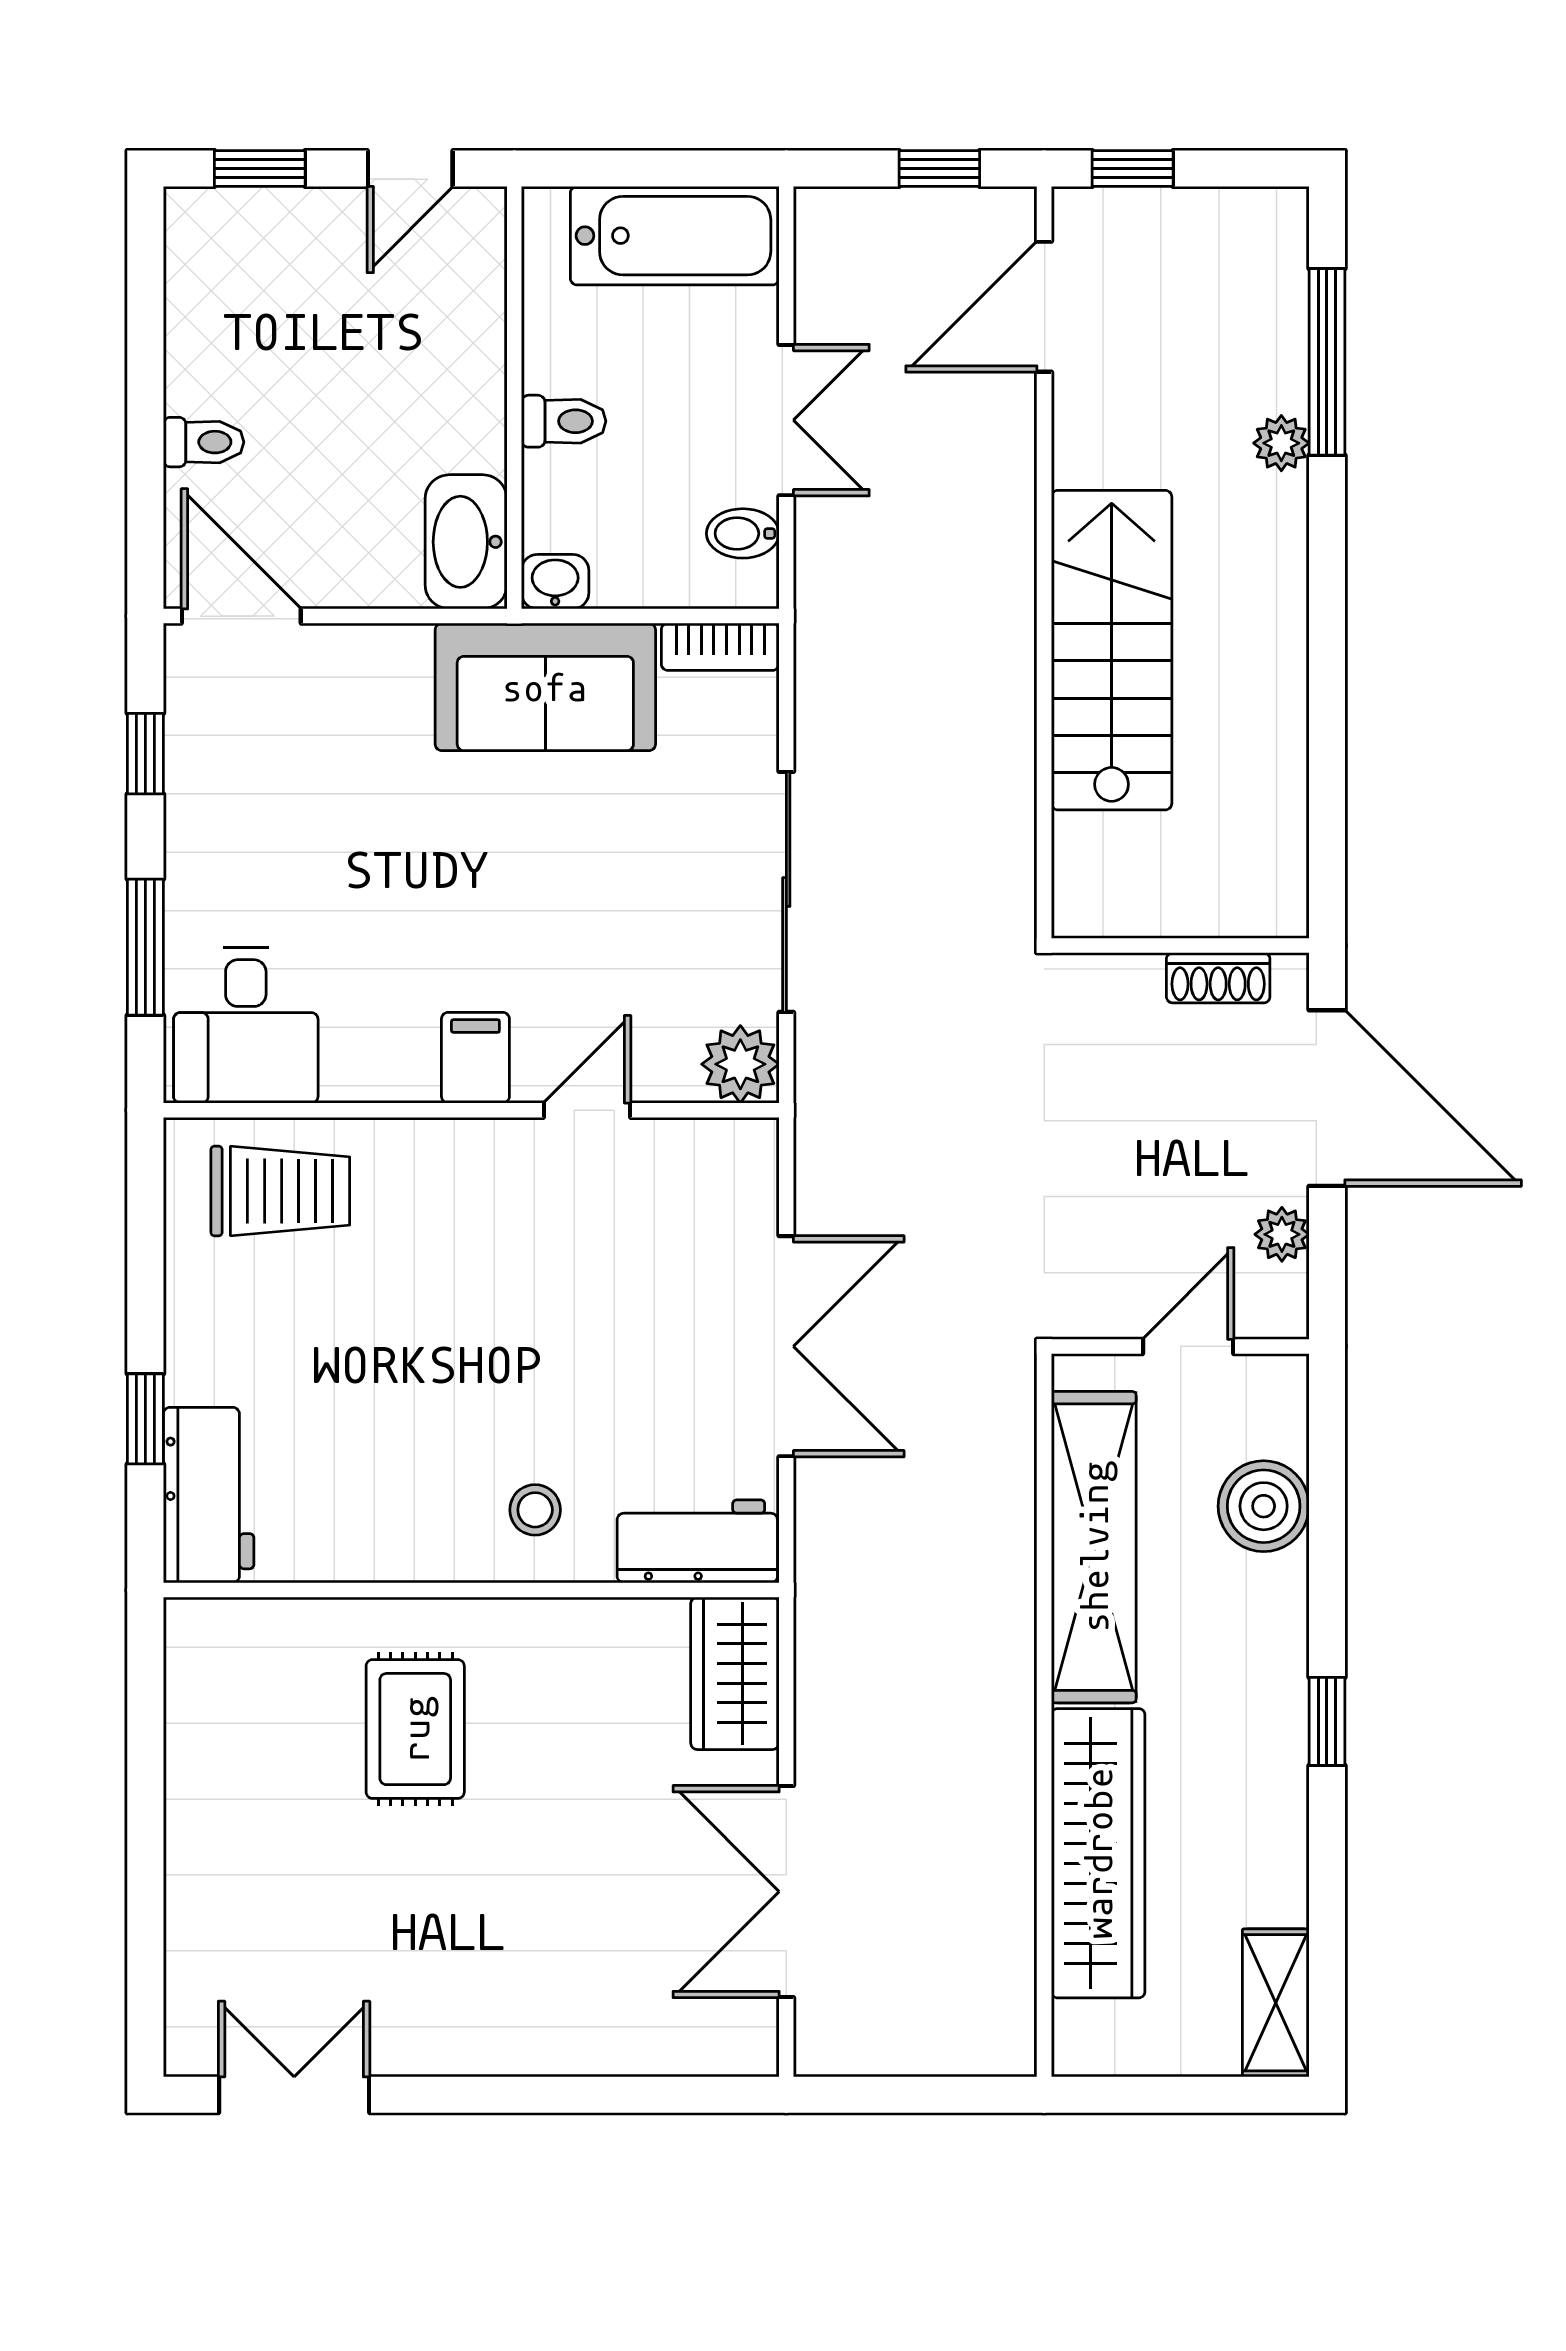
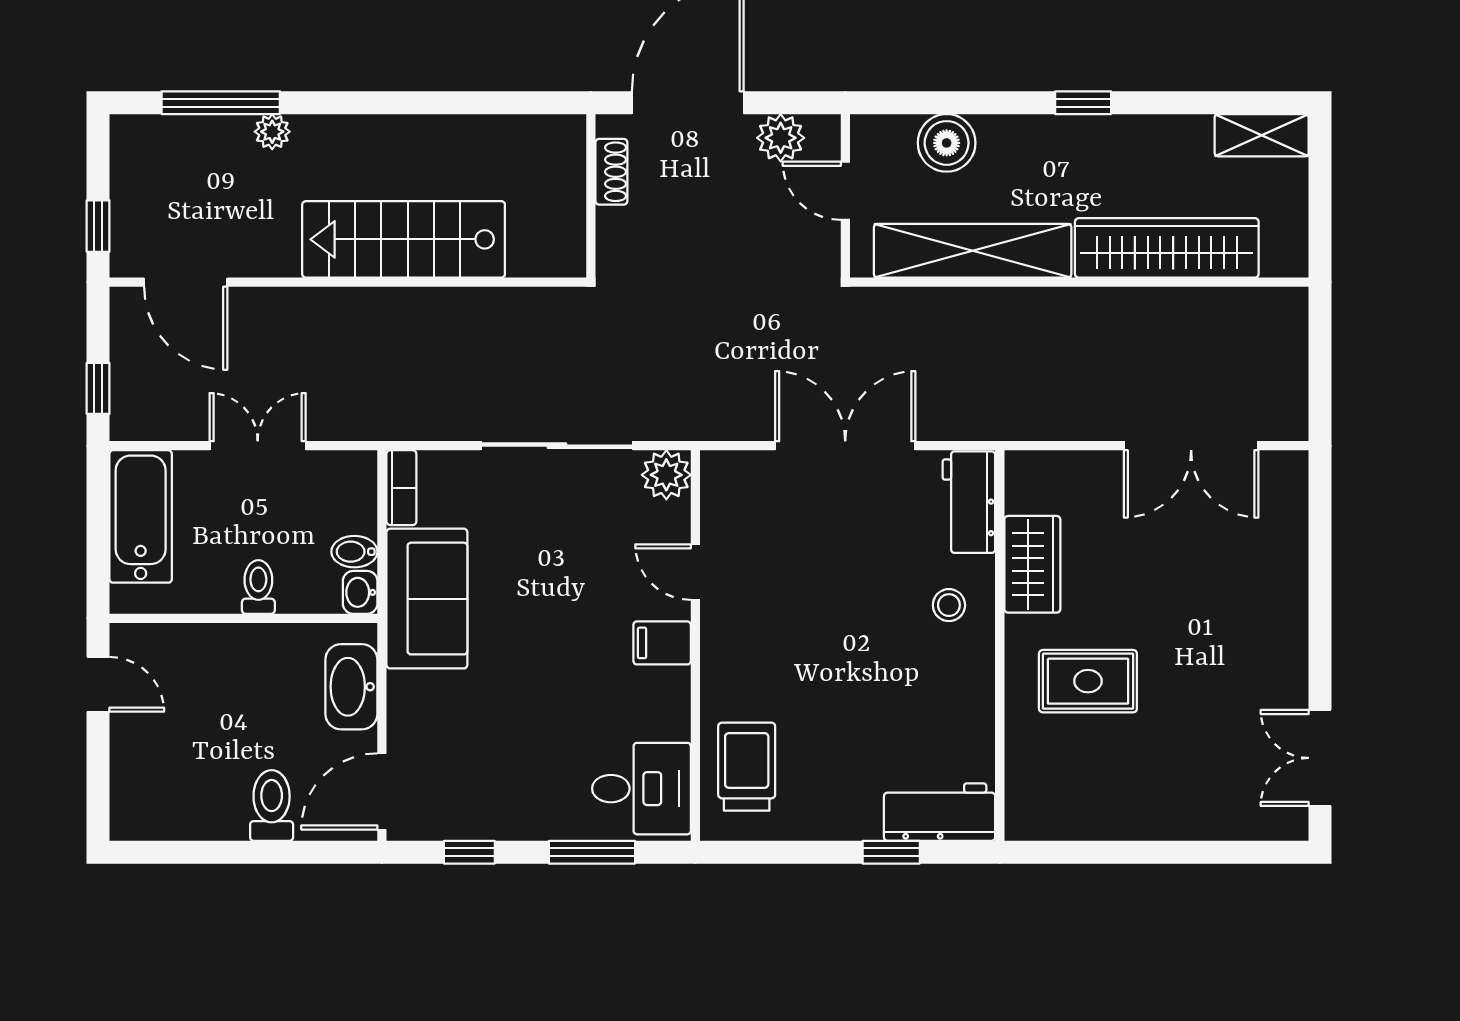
window: (260, 169) -> (98, 780), removed
window: (939, 169) -> (98, 388), moved
toilet: (204, 442) -> (272, 805), width x1.37, depth x1.39
bidet: (743, 533) -> (354, 552), moved, turned 90
washbasin: (466, 542) -> (351, 687), moved, turned 90
plant: (1282, 1234) -> (781, 138), width x1.38, depth x1.38
wardrobe: (735, 1673) -> (1032, 564), moved, turned -90

